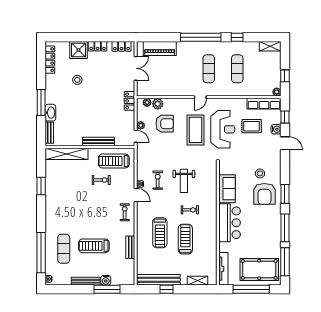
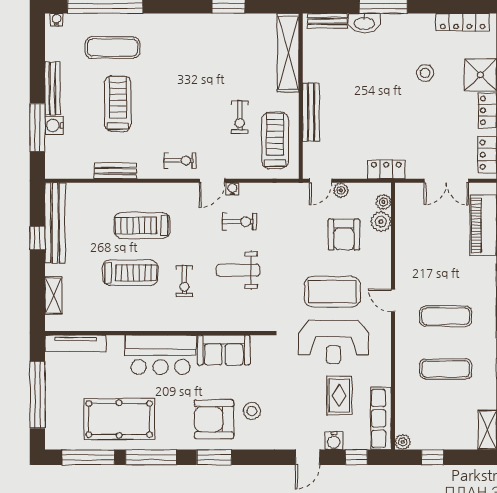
pool table: (259, 269) -> (119, 419), moved, turned 90

